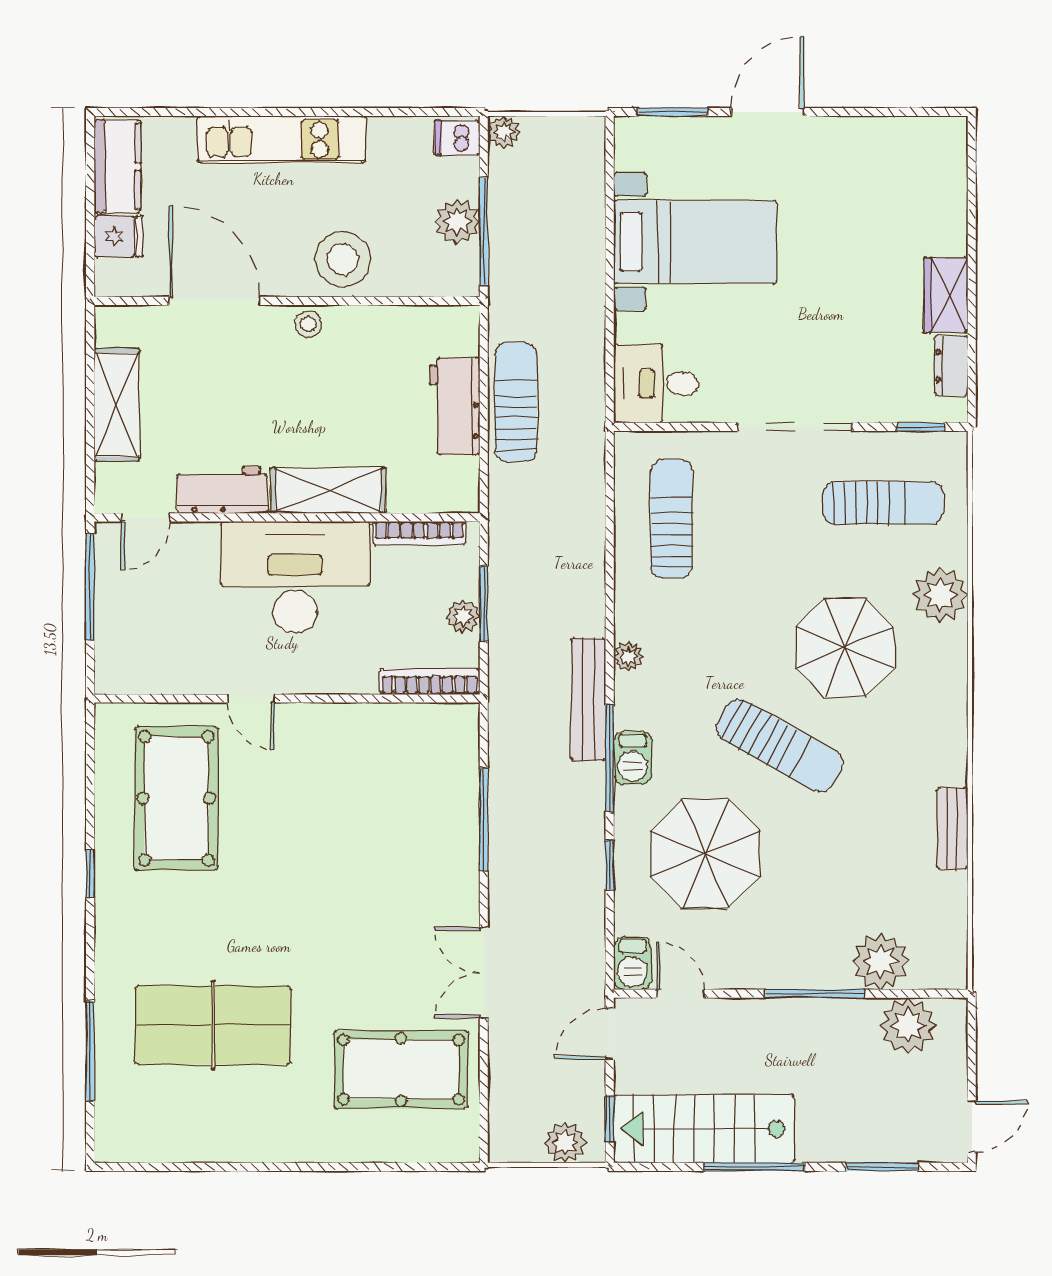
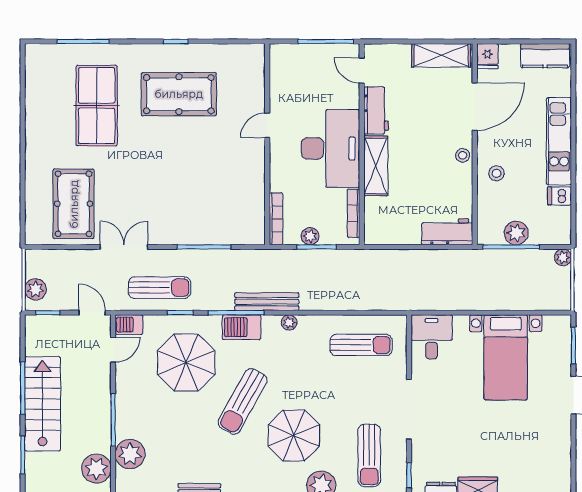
dishwasher: (457, 138) -> (559, 196), moved, turned -90
fridge: (118, 236) -> (487, 56), moved
stool: (343, 259) -> (497, 173), width x0.53, depth x0.53
sun lounger: (516, 402) -> (160, 288), moved
shelving: (117, 405) -> (441, 55), moved
workbench: (455, 406) -> (447, 232), moved
barbecue: (633, 758) -> (242, 327), width x1.38, depth x1.27
pool table: (176, 798) -> (179, 94), moved
stairs: (704, 1129) -> (43, 404), moved

